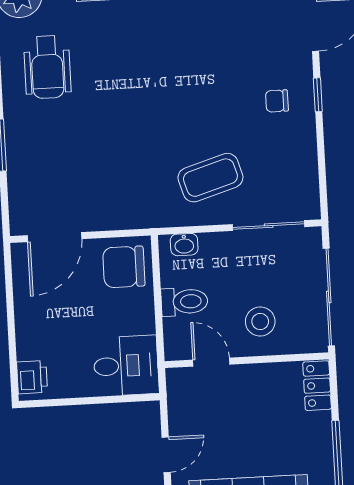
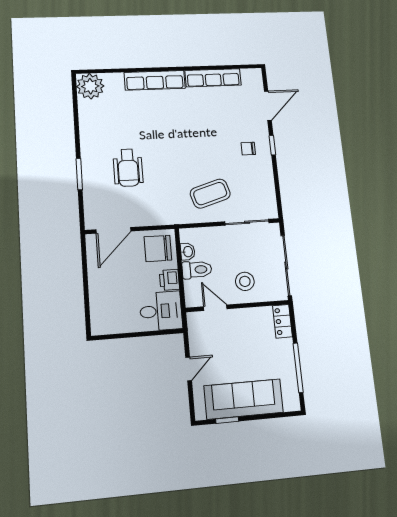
wheelchair: (47, 67) -> (128, 168), moved
washbasin: (184, 245) -> (188, 252), moved, turned -90
printer: (32, 377) -> (169, 280), moved, turned 180

